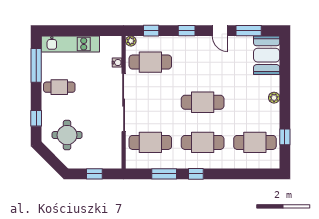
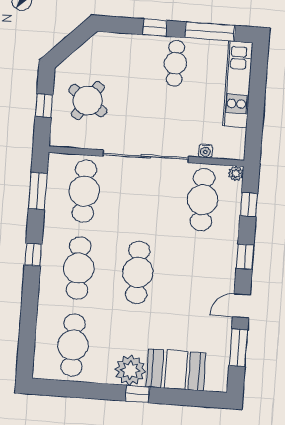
booth: (267, 55) -> (176, 370), moved
plant: (274, 98) -> (130, 370), width x1.88, depth x1.88
window: (36, 118) -> (155, 28), moved
round table: (67, 135) -> (88, 101), moved, turned 34
window: (285, 137) -> (137, 394), moved
window: (164, 174) -> (38, 191), moved

